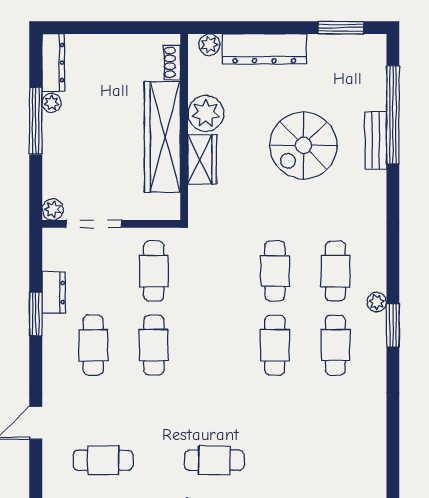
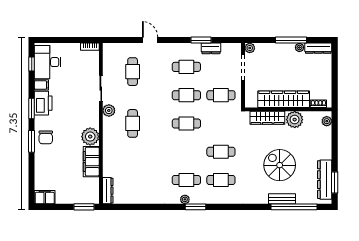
dresser: (264, 49) -> (325, 180), moved
wardrobe: (202, 159) -> (267, 118), width x1.50
plant: (377, 302) -> (185, 199), moved
cafe table: (275, 345) -> (186, 123), moved

